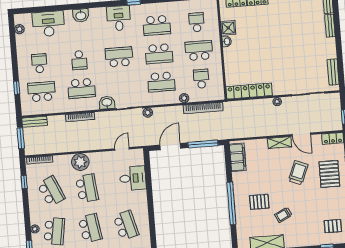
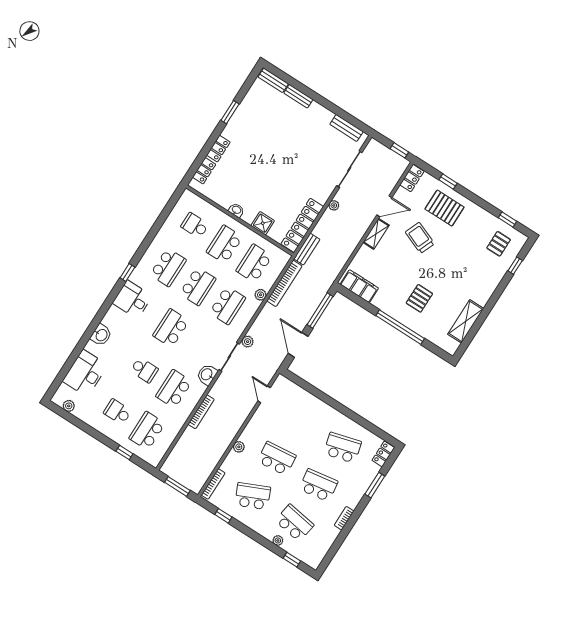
shower: (228, 28) -> (263, 223), moved
school desk: (201, 79) -> (254, 263), width x1.85
school desk: (82, 88) -> (174, 389), turned 180
bench: (35, 122) -> (307, 249), moved
plant: (80, 162) -> (239, 447), width x0.53, depth x0.53
desk: (133, 178) -> (301, 406), removed
trolley: (283, 215) -> (450, 284), removed

